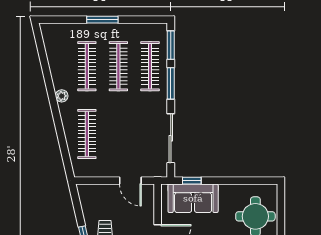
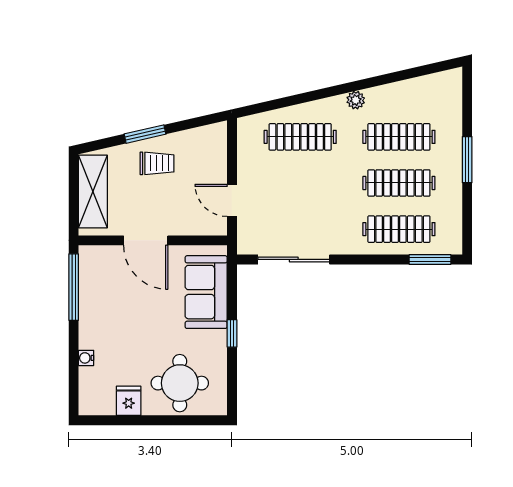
window: (171, 83) -> (374, 259), removed
door: (130, 181) -> (232, 200), hinge flipped
window: (192, 181) -> (232, 333), moved

